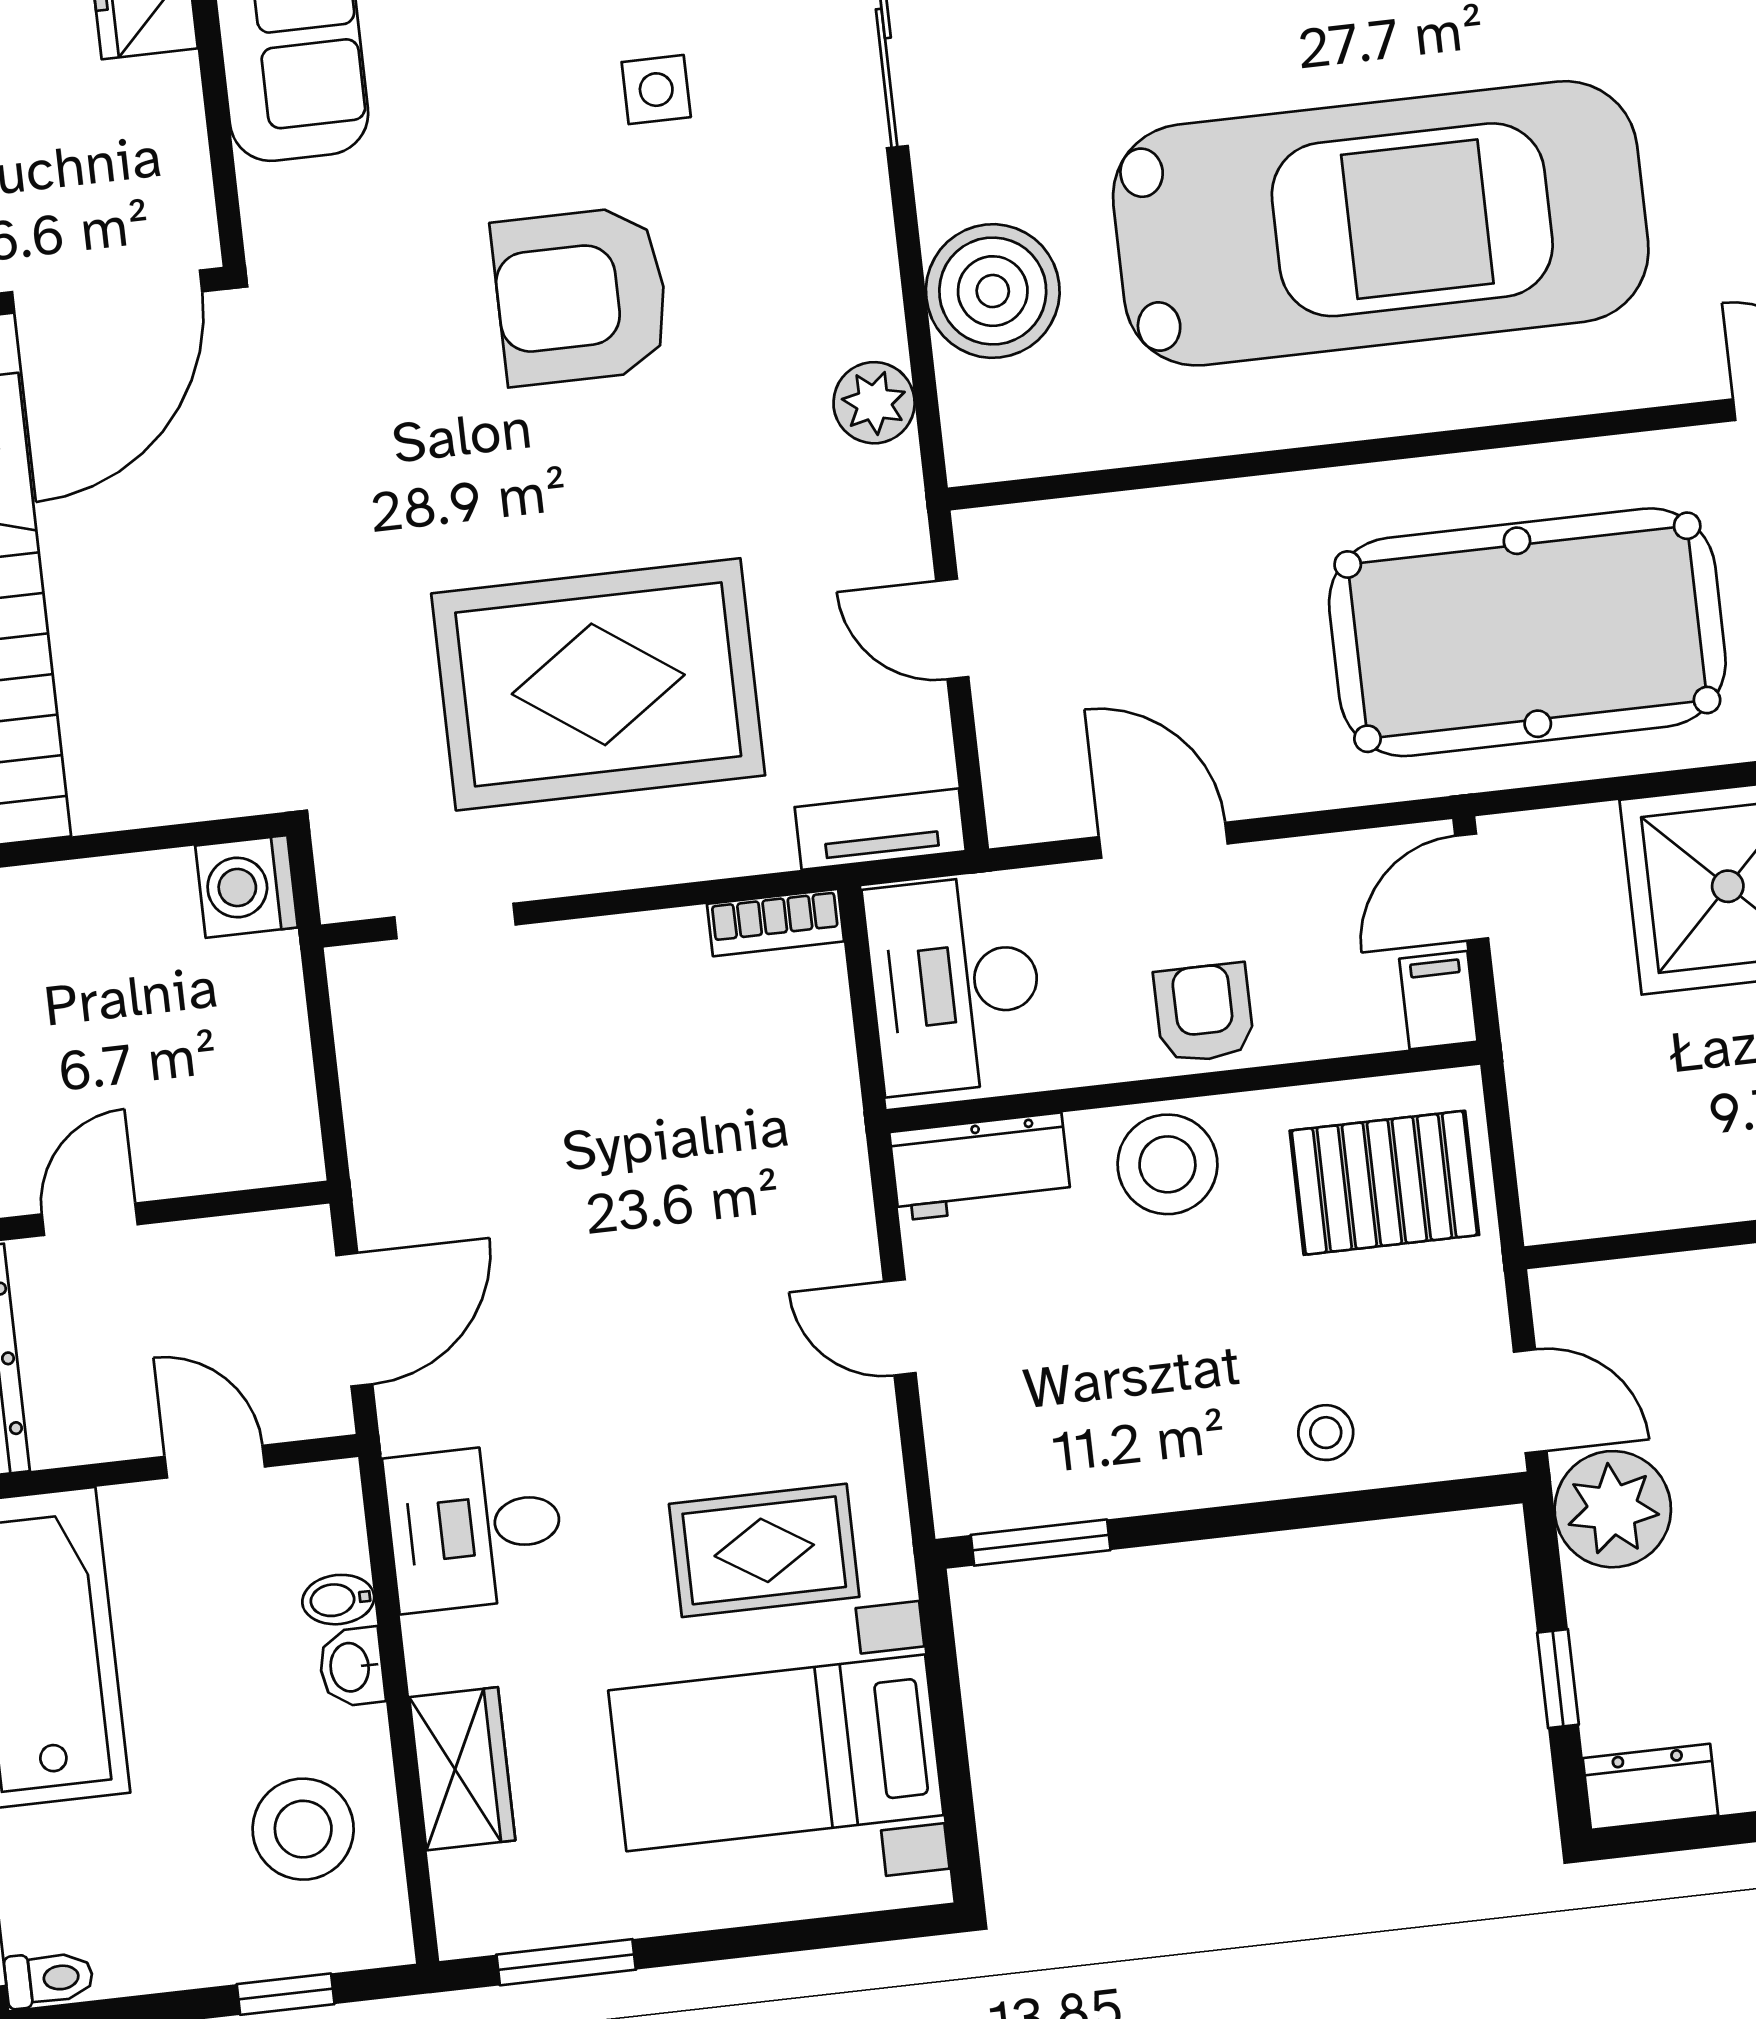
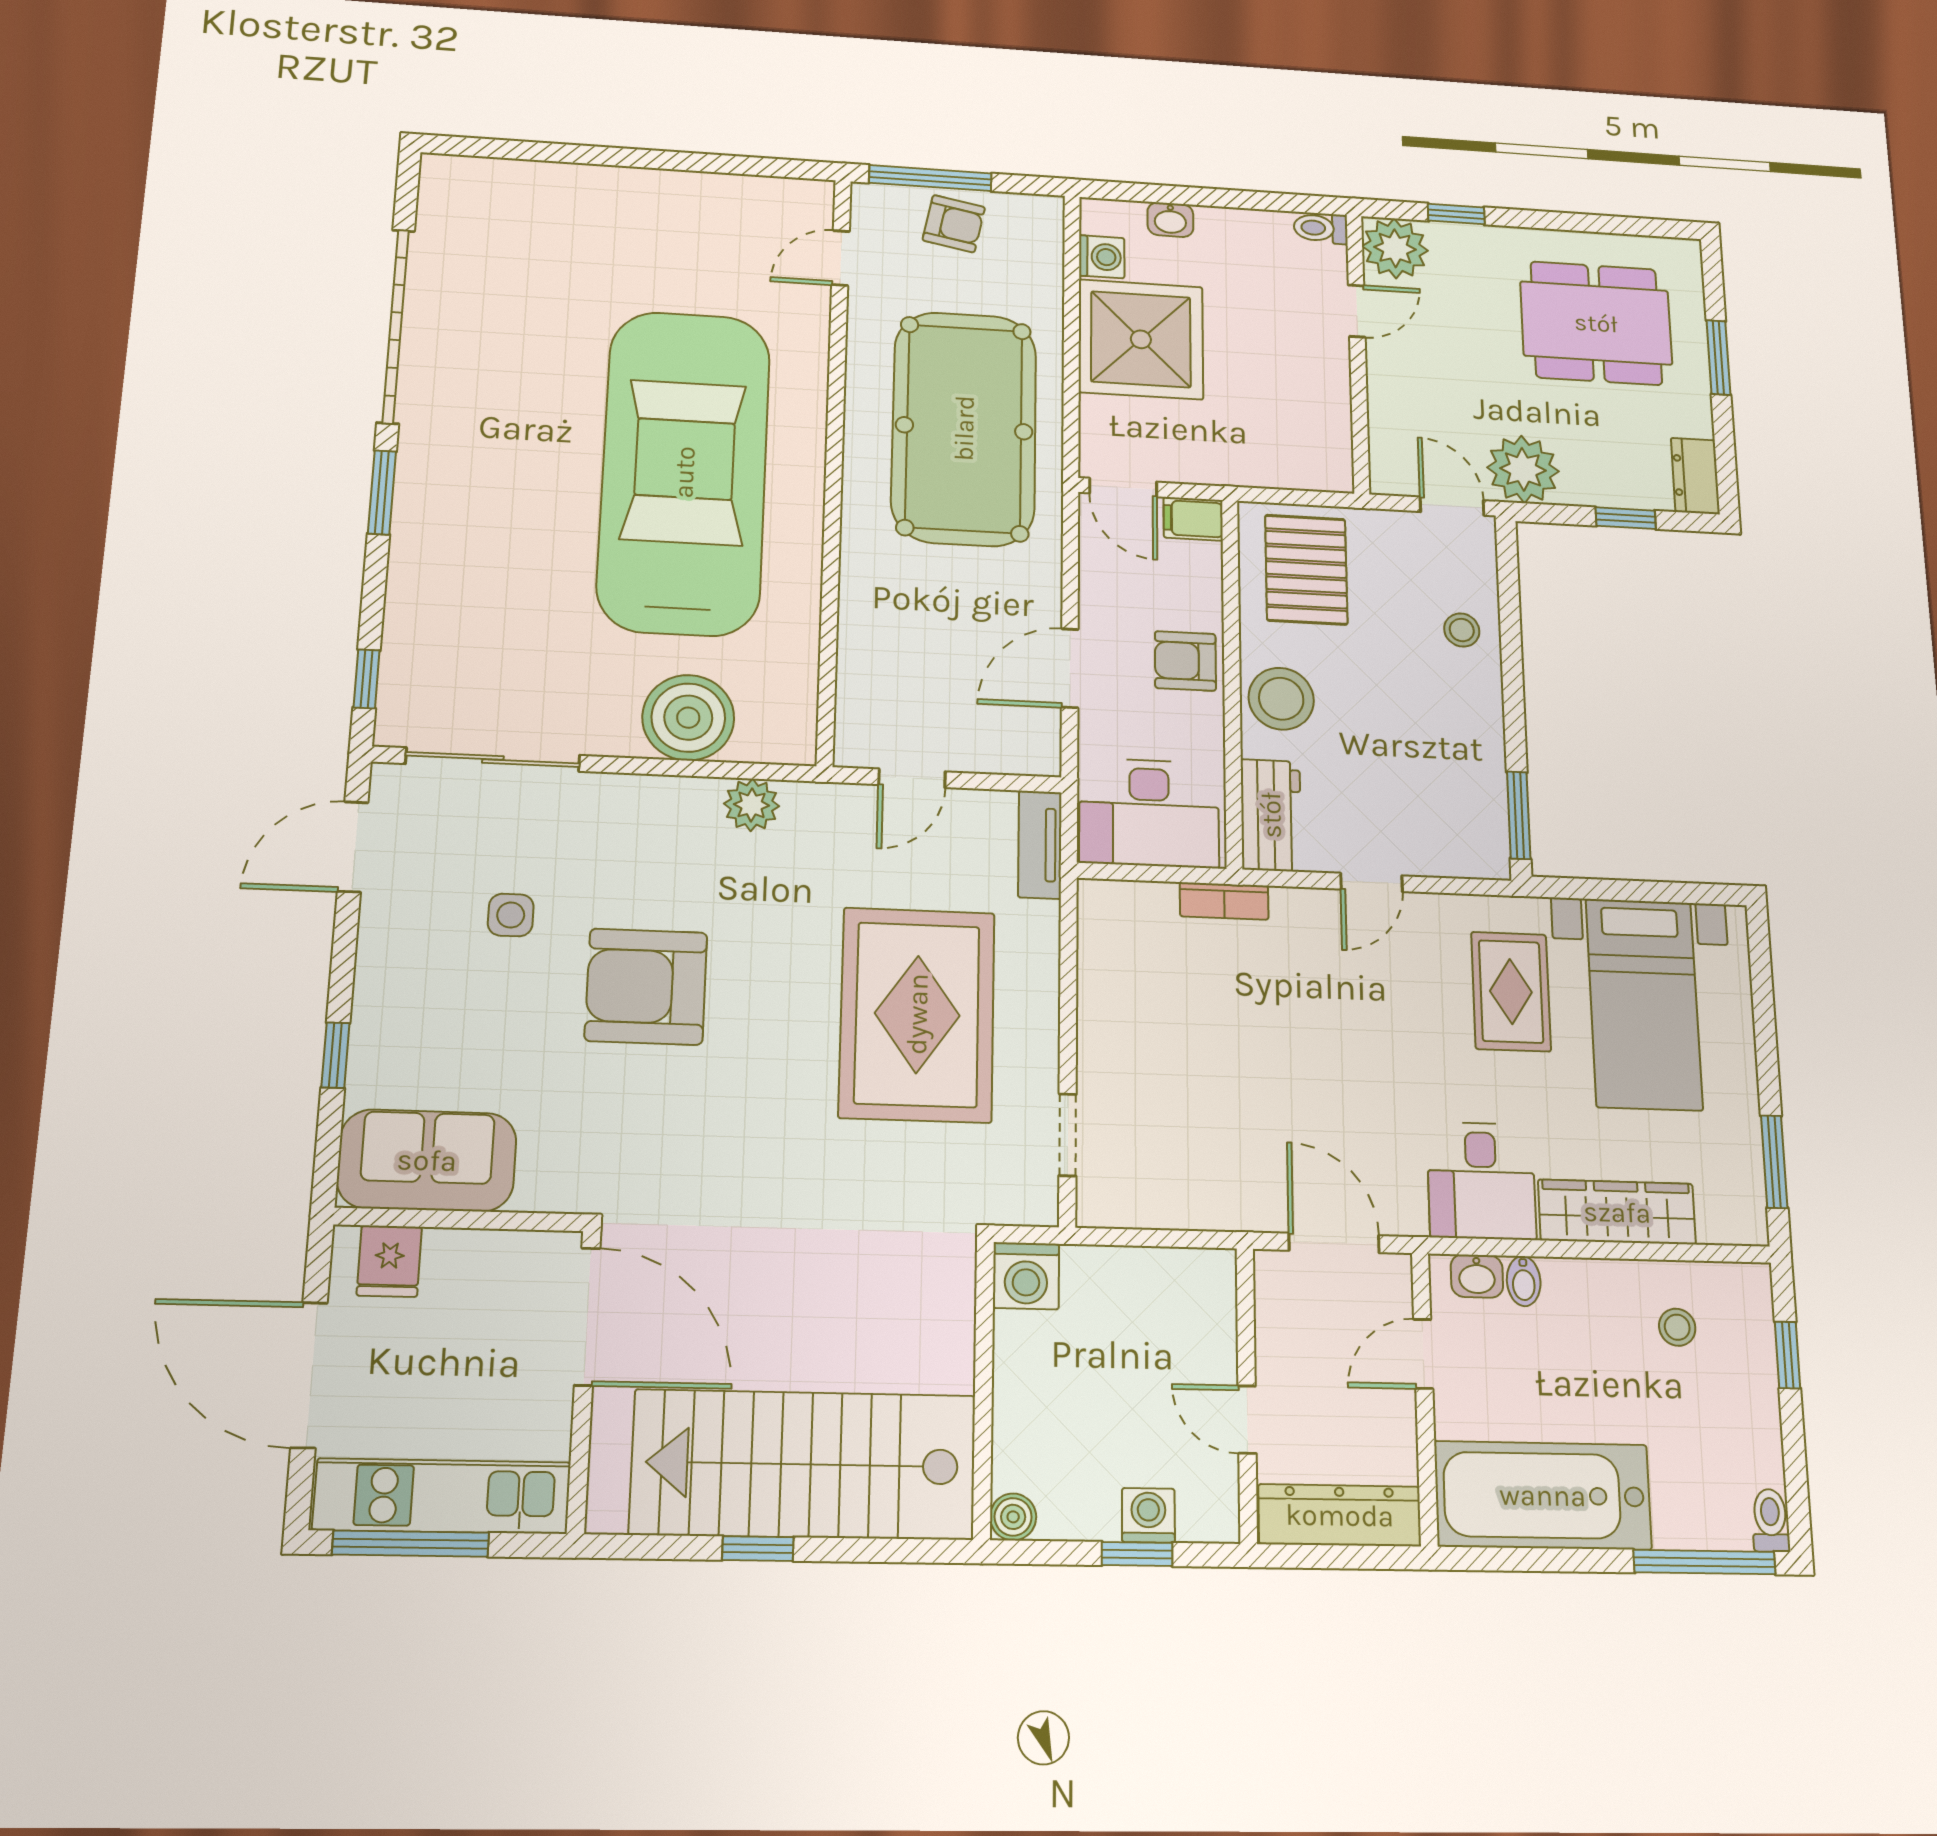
armchair: (581, 296) -> (646, 987), turned 90
bookcase: (775, 923) -> (1224, 901), moved, turned 90
door: (1530, 1401) -> (1452, 506), hinge flipped
washbasin: (351, 1667) -> (1477, 1276), moved
wardrobe: (462, 1769) -> (1617, 1212), width x1.50
stool: (303, 1829) -> (1677, 1327), width x0.53, depth x0.53

